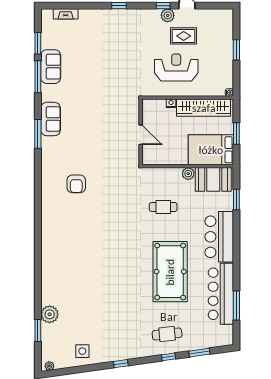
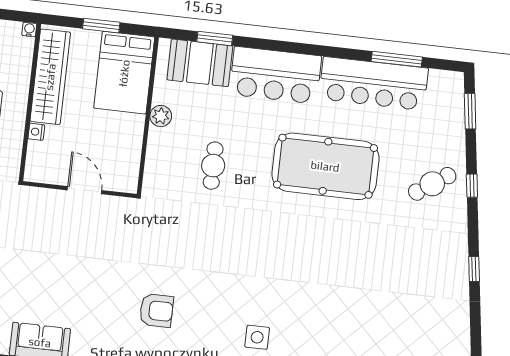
door: (141, 135) -> (85, 190), hinge flipped
booth: (213, 179) -> (200, 63), moved, turned 90
cafe table: (167, 334) -> (432, 184), turned 62
side table: (82, 351) -> (257, 337), moved
window: (199, 353) -> (470, 111), moved

